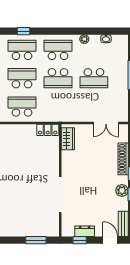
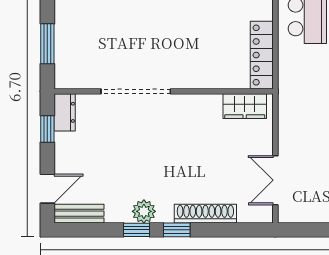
locker: (48, 130) -> (262, 55), width x1.53
dresser: (85, 231) -> (65, 112), moved

